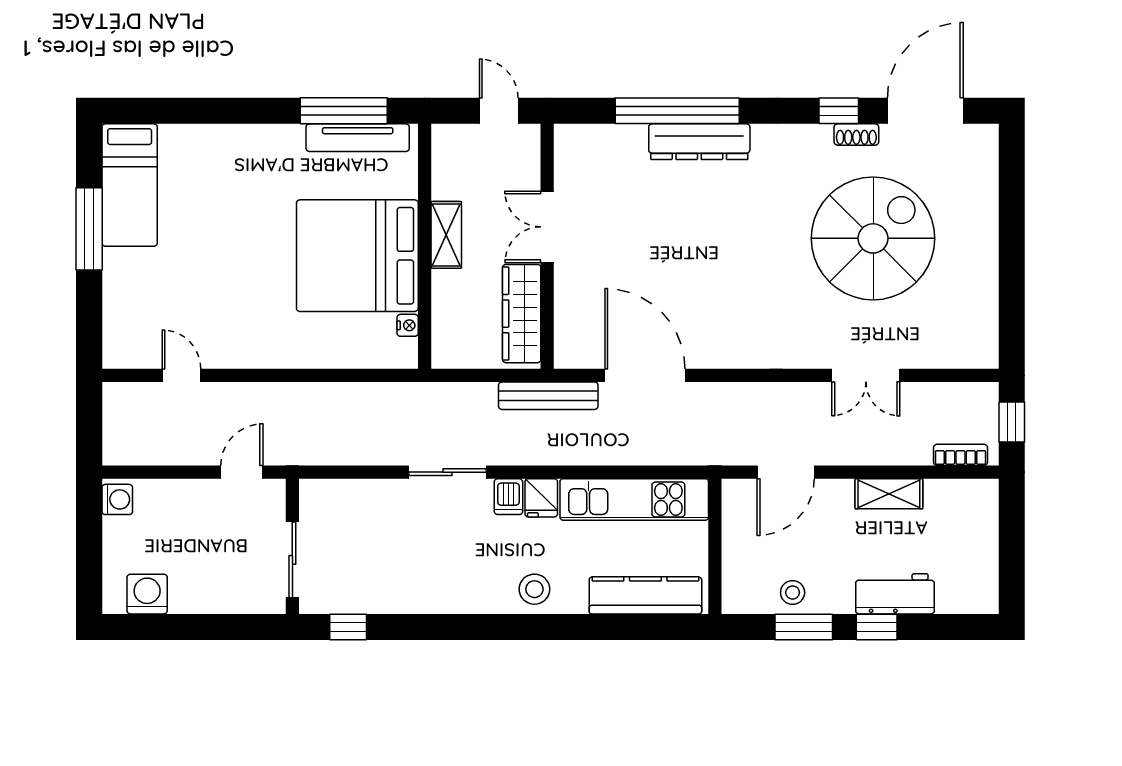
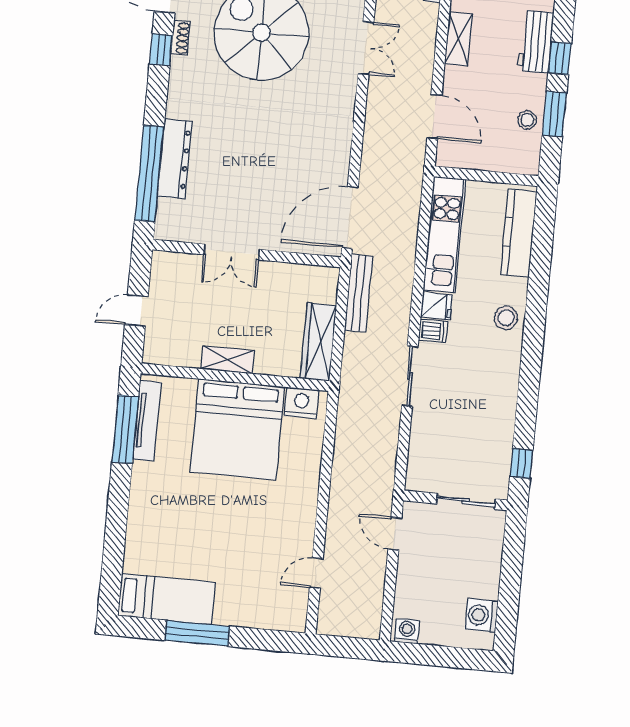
double door: (547, 227) -> (232, 252), moved
wall: (547, 246) -> (247, 253), moved
wardrobe: (522, 314) -> (318, 342), moved, turned 90
nightstand: (408, 325) -> (301, 403), width x1.89, depth x1.79

